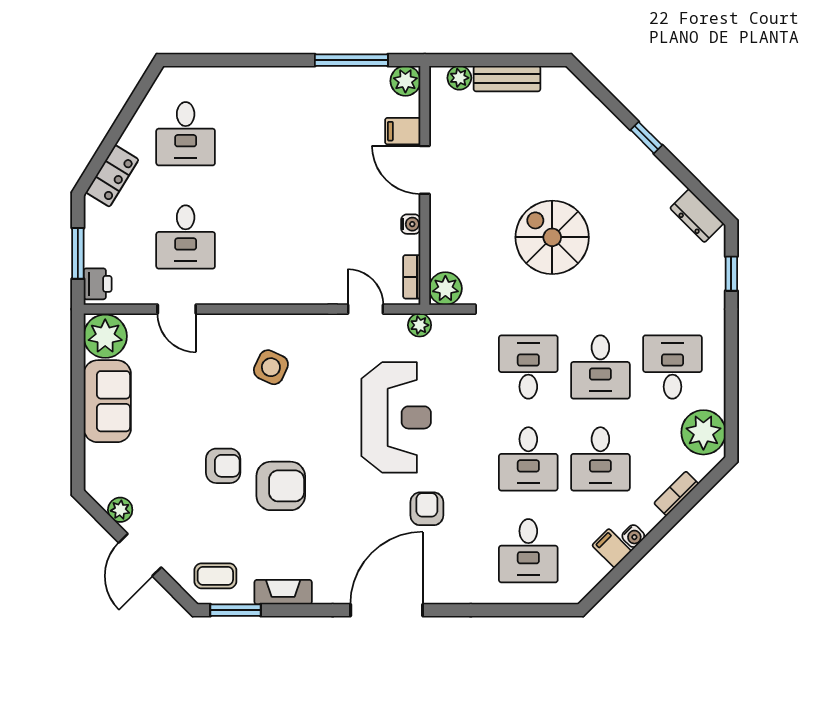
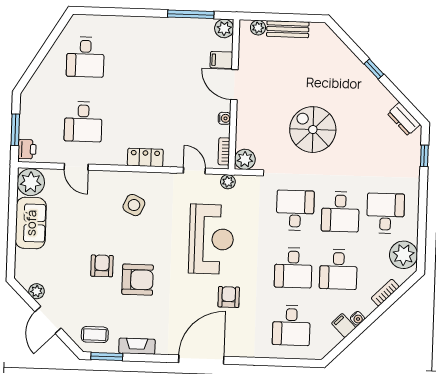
locker: (112, 176) -> (145, 157), moved, turned -122
armchair: (223, 466) -> (102, 266), turned -90

